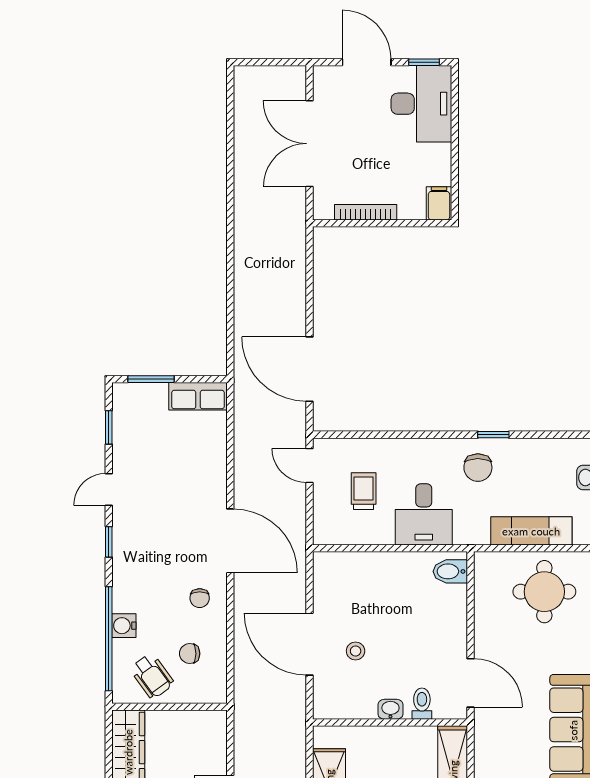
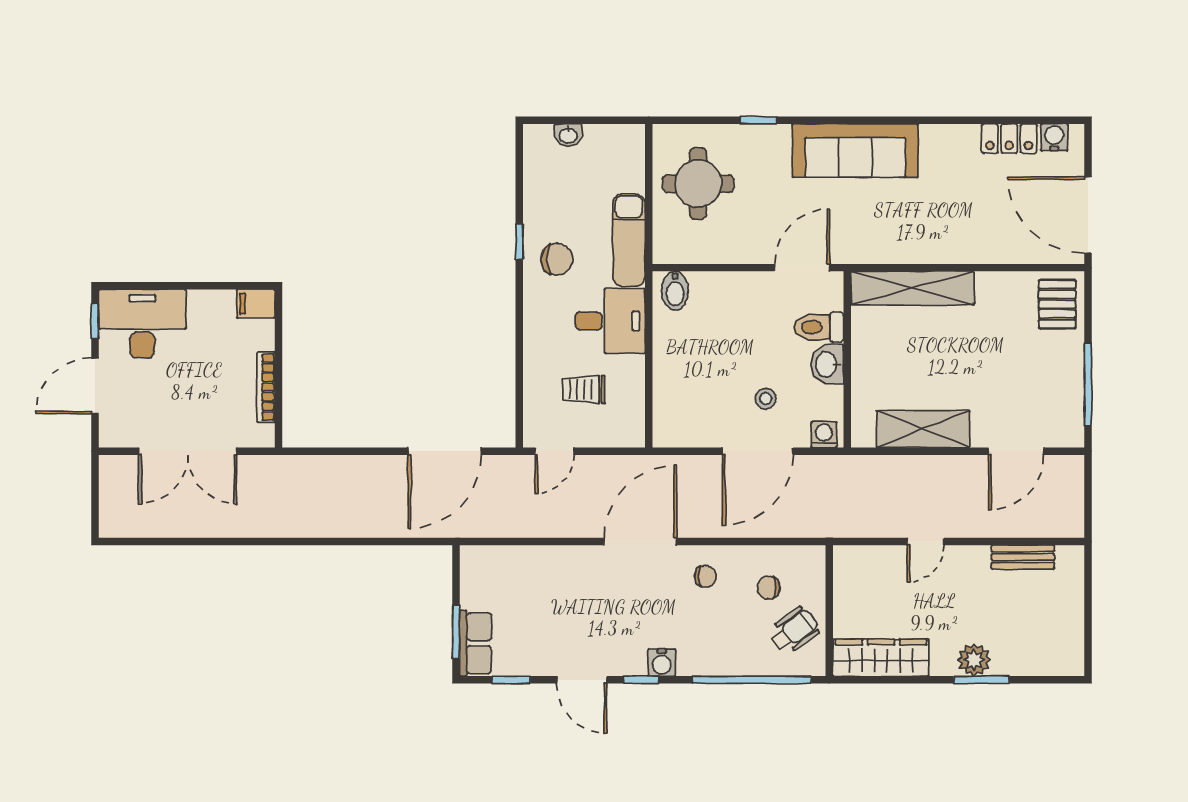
row of seats: (198, 396) -> (475, 643), moved
door: (109, 490) -> (582, 680), width x1.38
exam couch: (531, 531) -> (629, 240), moved
water cooler: (124, 626) -> (662, 663), moved
chair: (190, 654) -> (769, 588), turned 90
washing machine: (324, 702) -> (824, 435), added
toilet: (422, 704) -> (819, 327), width x1.37, depth x1.39
washbasin: (390, 709) -> (827, 364), width x1.38, depth x1.45

